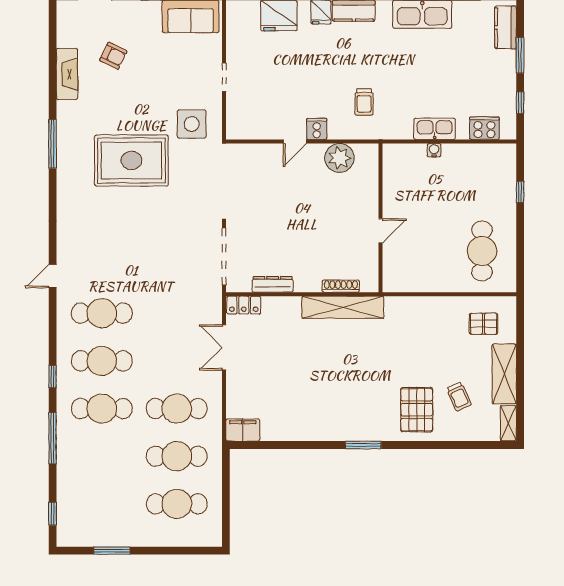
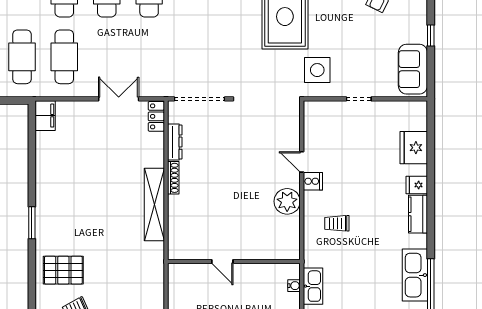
wall: (381, 218) -> (234, 261), moved
door: (381, 231) -> (222, 261), moved
shoe rack: (341, 286) -> (173, 178), moved

